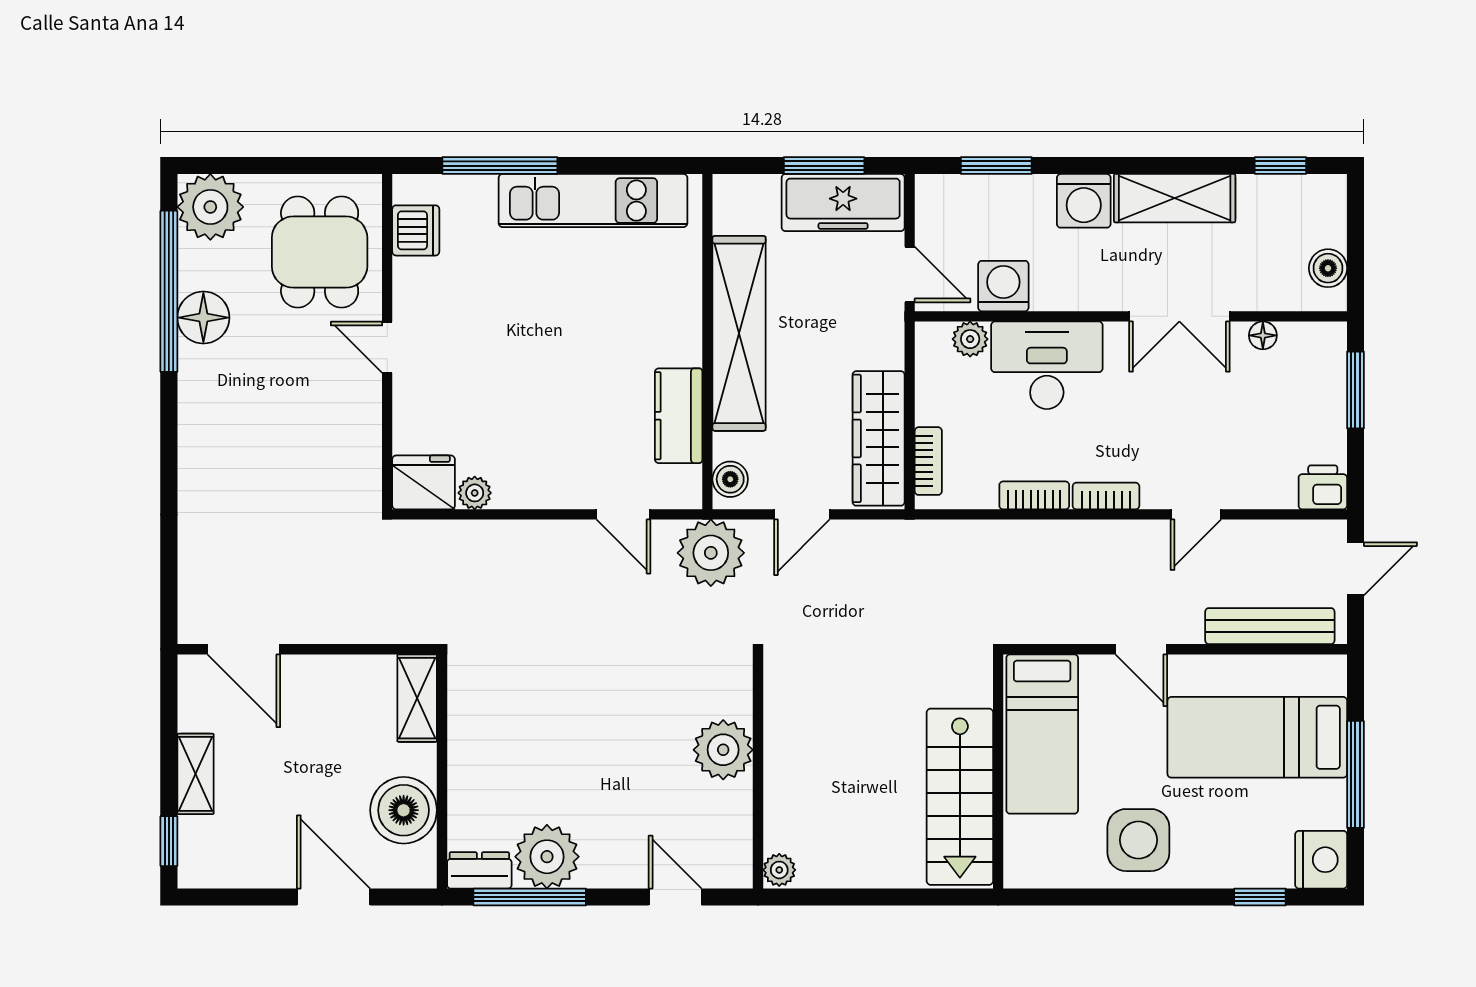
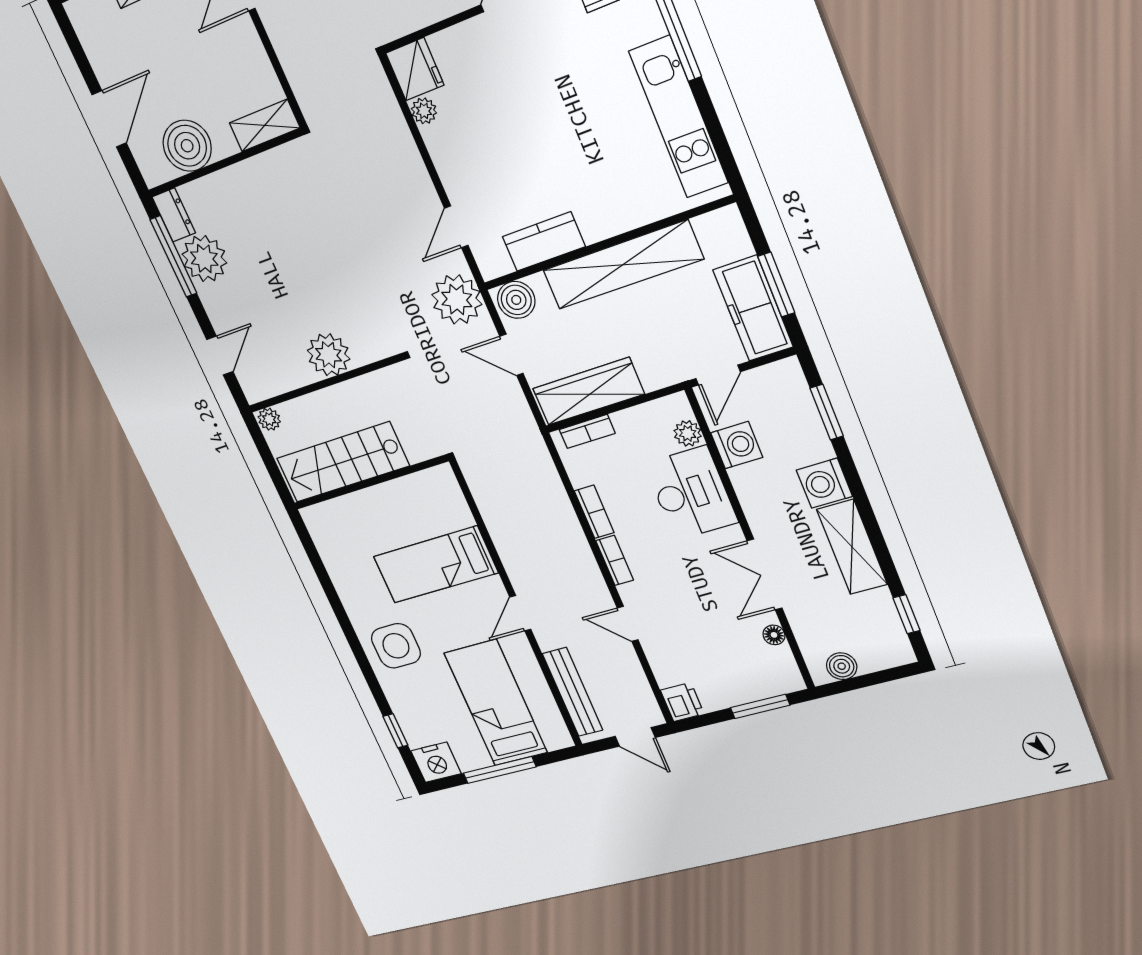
boiler: (730, 479) -> (516, 300), width x1.36, depth x1.36
wall: (998, 771) -> (370, 482), moved
stairs: (960, 797) -> (343, 462), moved

